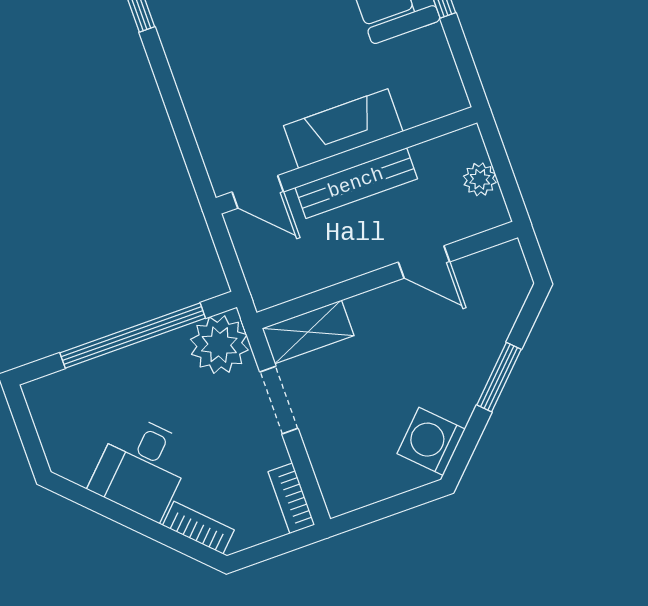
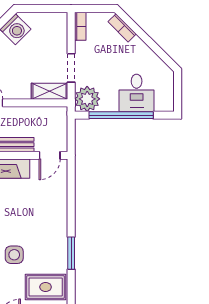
door: (258, 192) -> (50, 155), swing flipped
desk: (142, 467) -> (137, 93), moved, turned 135

